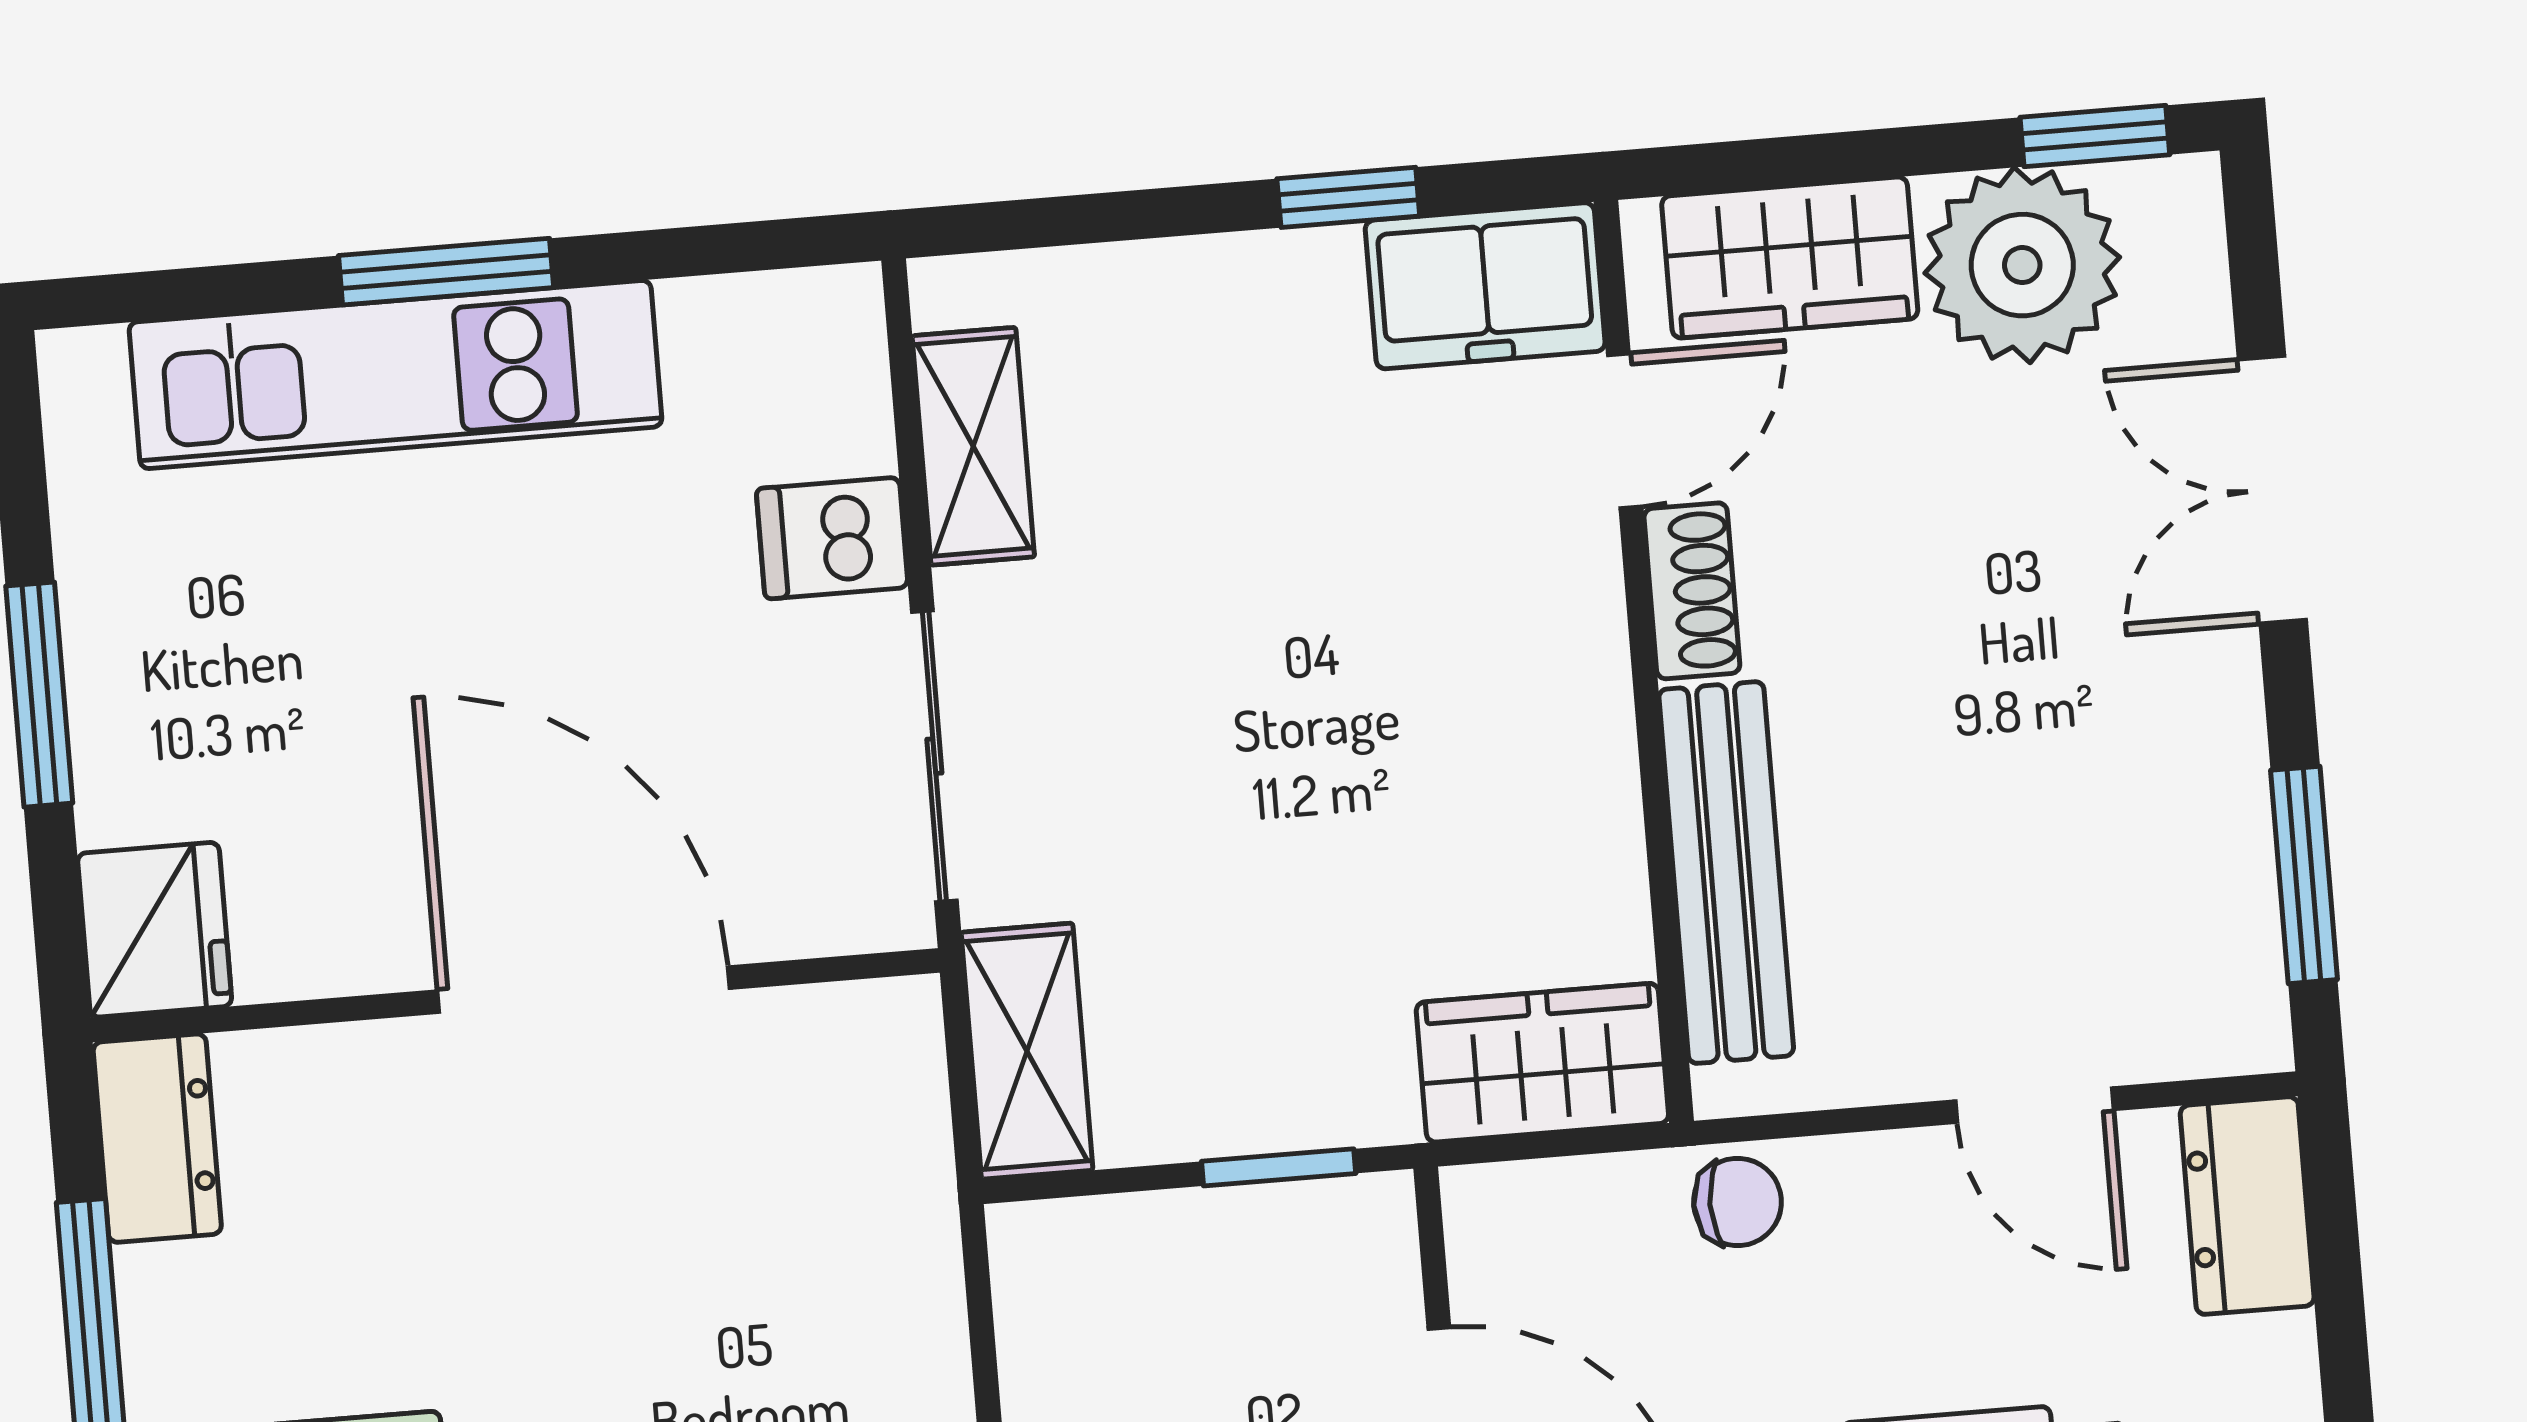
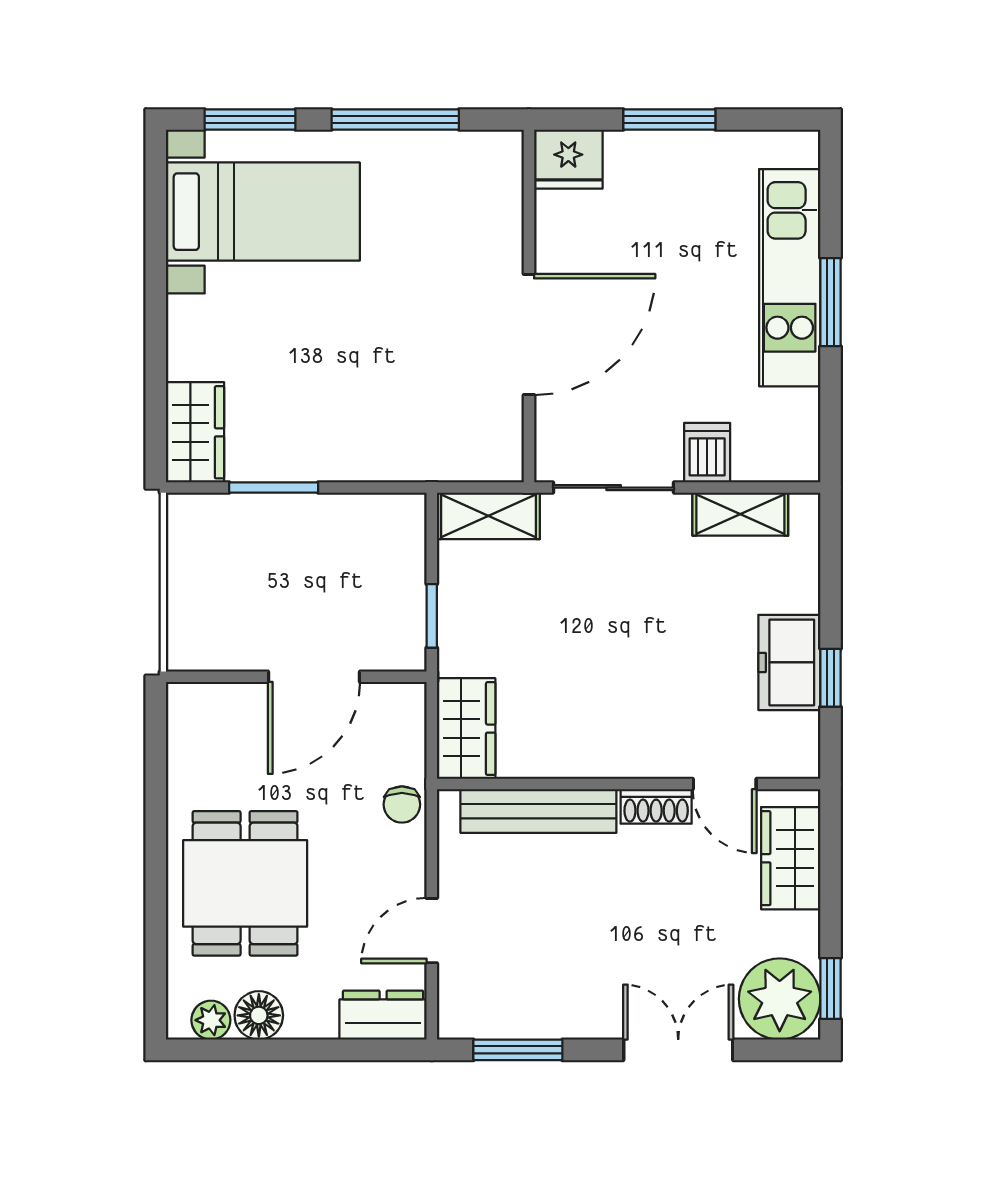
plant: (2022, 265) -> (780, 999), moved
freezer: (1485, 286) -> (789, 662), moved
dresser: (157, 1138) -> (482, 153), removed

